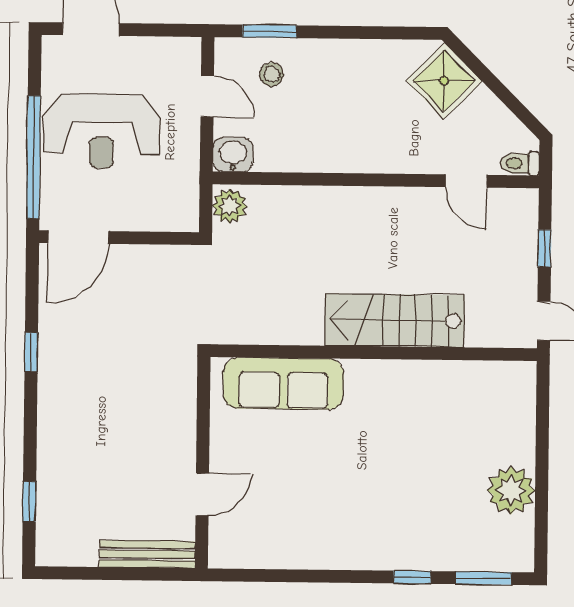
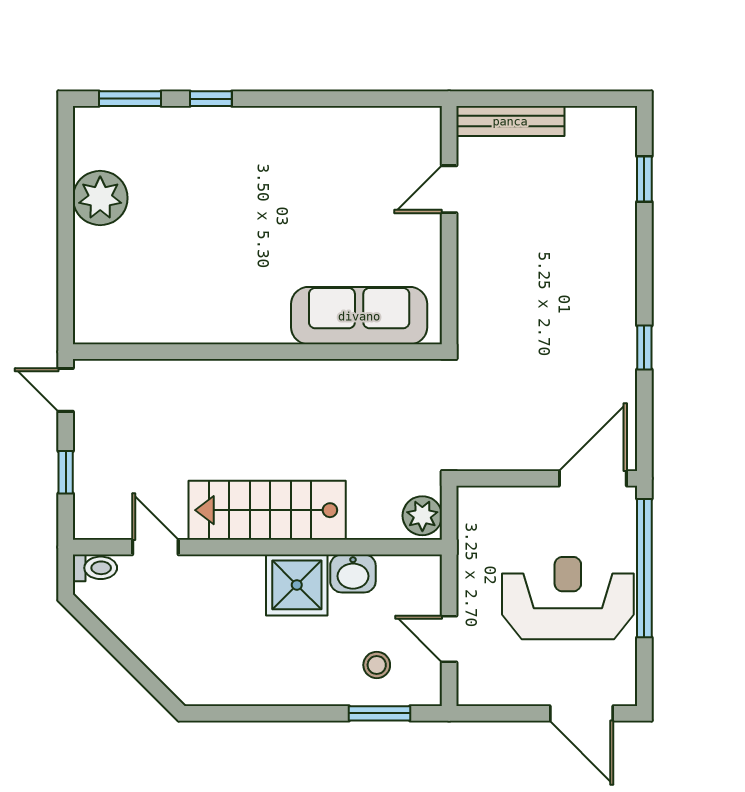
shower: (444, 81) -> (297, 585), moved, turned 45
washbasin: (233, 155) -> (353, 573), moved
stairs: (395, 320) -> (267, 510), moved, turned 180

